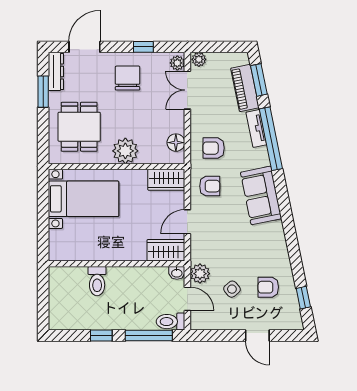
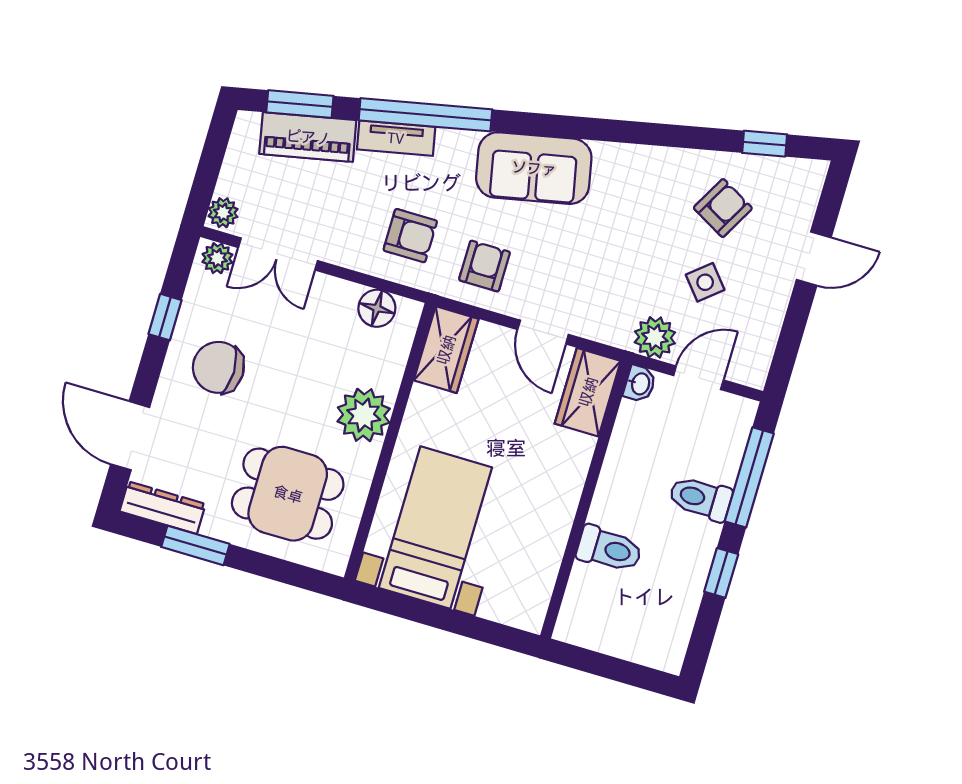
armchair: (214, 148) -> (410, 236), turned -90
armchair: (268, 287) -> (723, 208), turned -151
toilet: (171, 322) -> (700, 498), moved, turned 90

